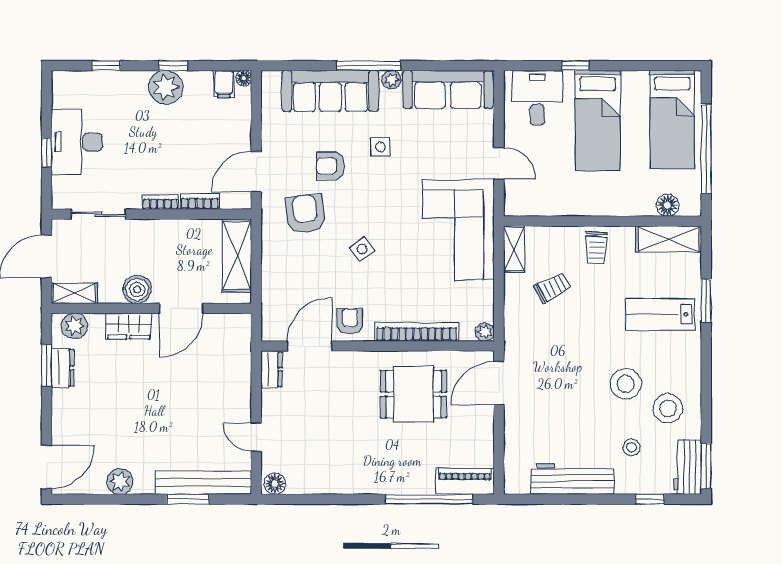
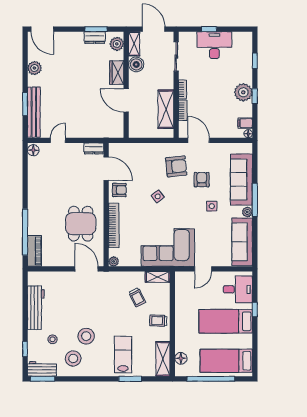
shelving: (237, 255) -> (166, 109), moved, turned 90
boiler: (137, 289) -> (136, 64), moved

